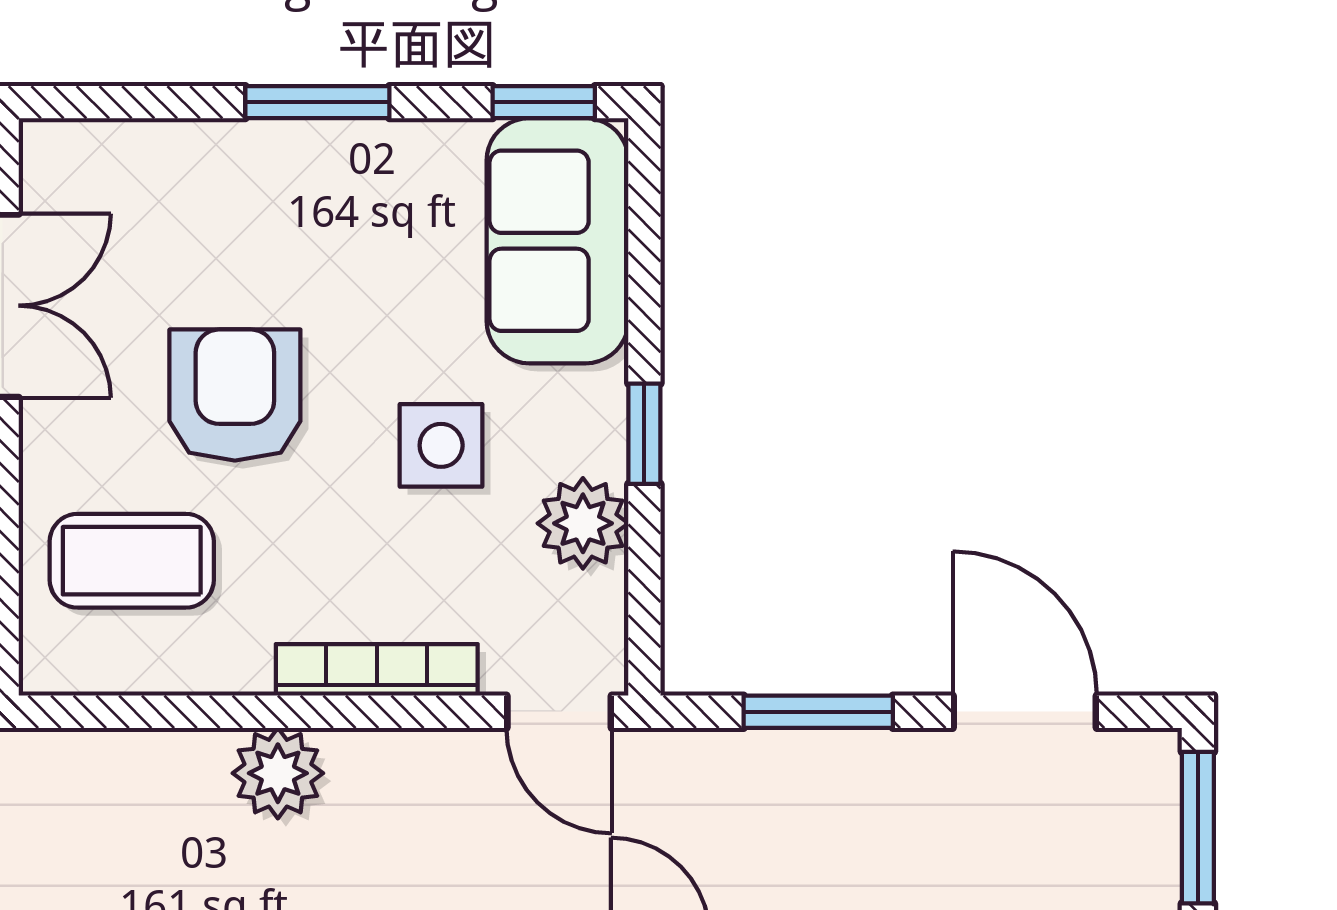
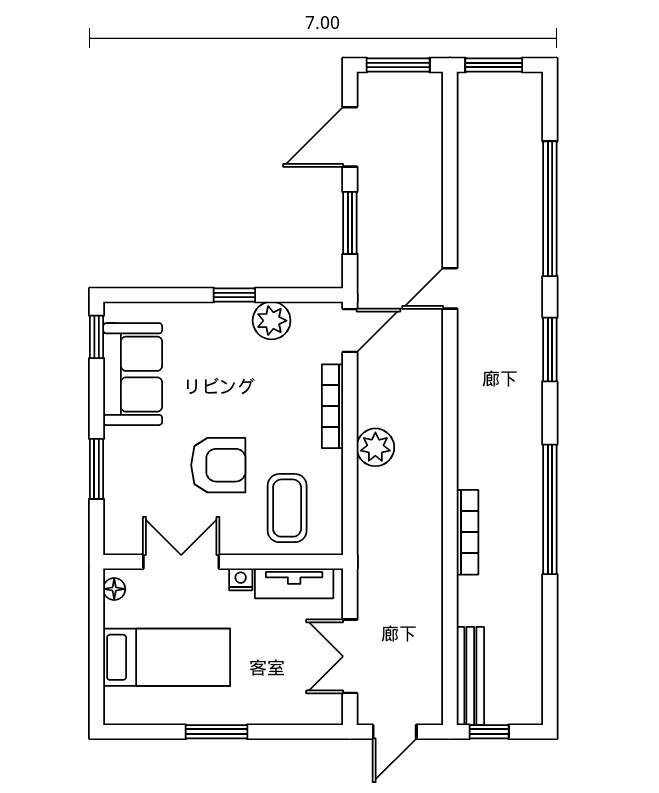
window: (317, 102) -> (97, 469), moved
sofa: (557, 241) -> (133, 374), moved, turned -90
armchair: (235, 395) -> (218, 465), turned 180
side table: (441, 445) -> (239, 380), removed

